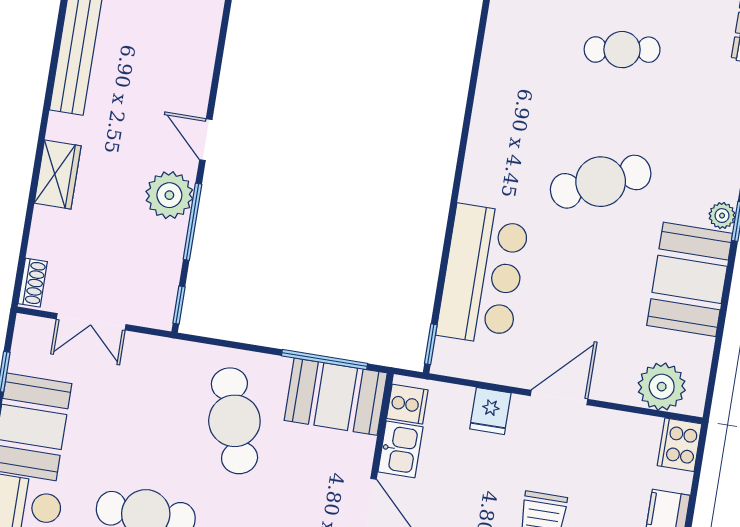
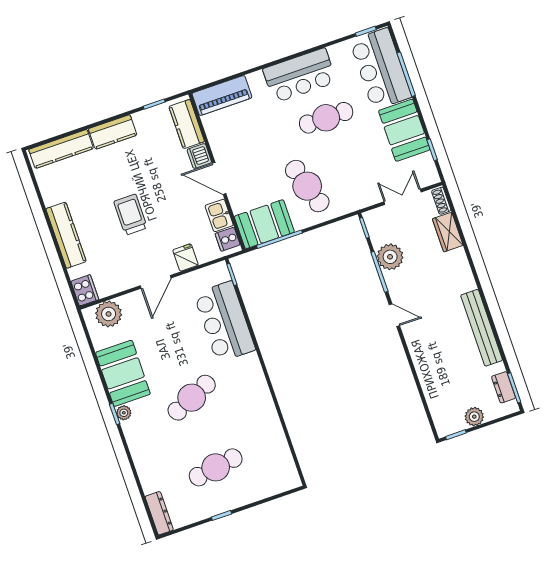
cafe table: (622, 50) -> (216, 467), width x1.37, depth x1.35
wardrobe: (58, 175) -> (448, 232), moved
plant: (169, 195) -> (390, 257), moved

